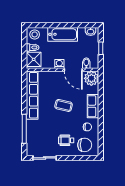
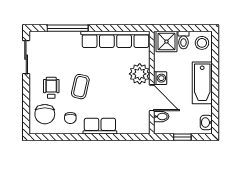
door: (73, 70) -> (152, 98), swing flipped
plant: (91, 78) -> (140, 74), moved
coffee table: (64, 105) -> (80, 87), moved

